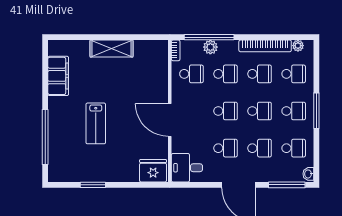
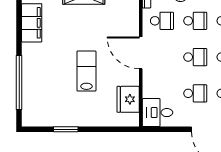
door: (170, 120) -> (141, 53), moved
lab bench: (96, 123) -> (86, 71), moved, turned 180
fridge: (153, 171) -> (128, 99), moved, turned -90

